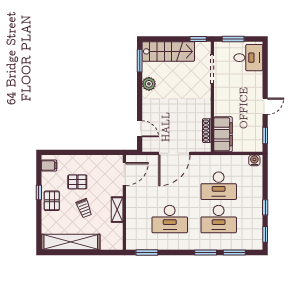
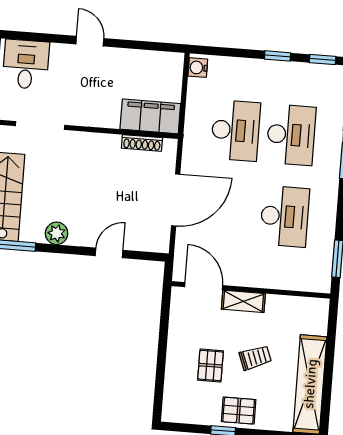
door: (265, 106) -> (90, 41), moved
door: (140, 129) -> (109, 253), moved
window: (265, 136) -> (158, 47), removed
door: (174, 153) -> (176, 200), hinge flipped
filing cabinet: (49, 165) -> (180, 410), removed
shelving: (117, 210) -> (243, 301), moved

